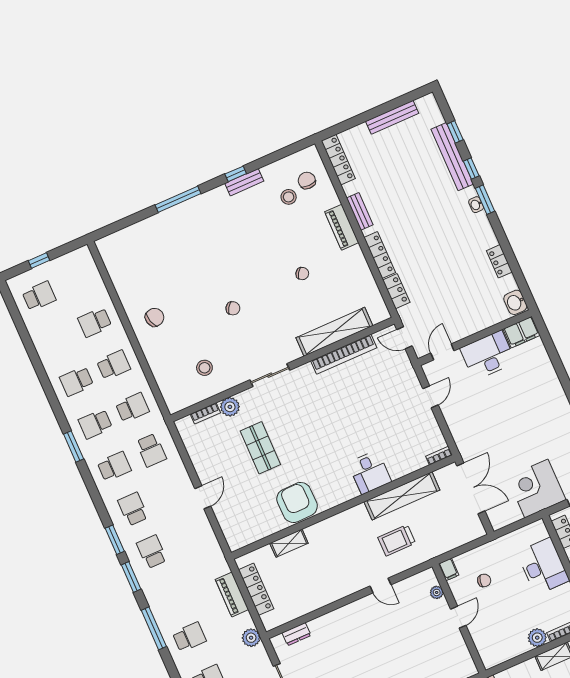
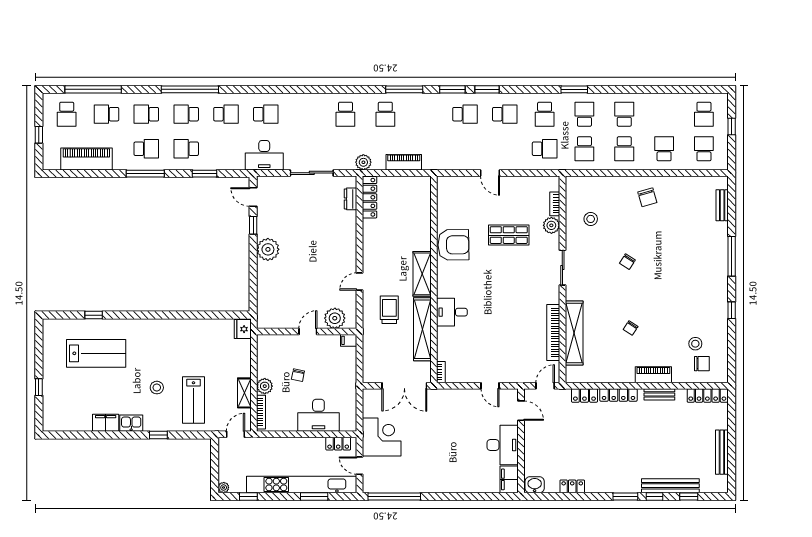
bench: (244, 182) -> (722, 205), moved
washbasin: (476, 205) -> (625, 488), removed
school desk: (76, 280) -> (704, 149), added
school desk: (151, 450) -> (545, 149), turned 180
shelving: (289, 543) -> (422, 274), moved, width x1.50, depth x1.33
chair: (484, 580) -> (298, 375), moved
locker: (256, 589) -> (370, 197), moved, turned -90
plant: (437, 592) -> (335, 318), width x1.88, depth x1.88
door: (458, 617) -> (308, 331), swing flipped

